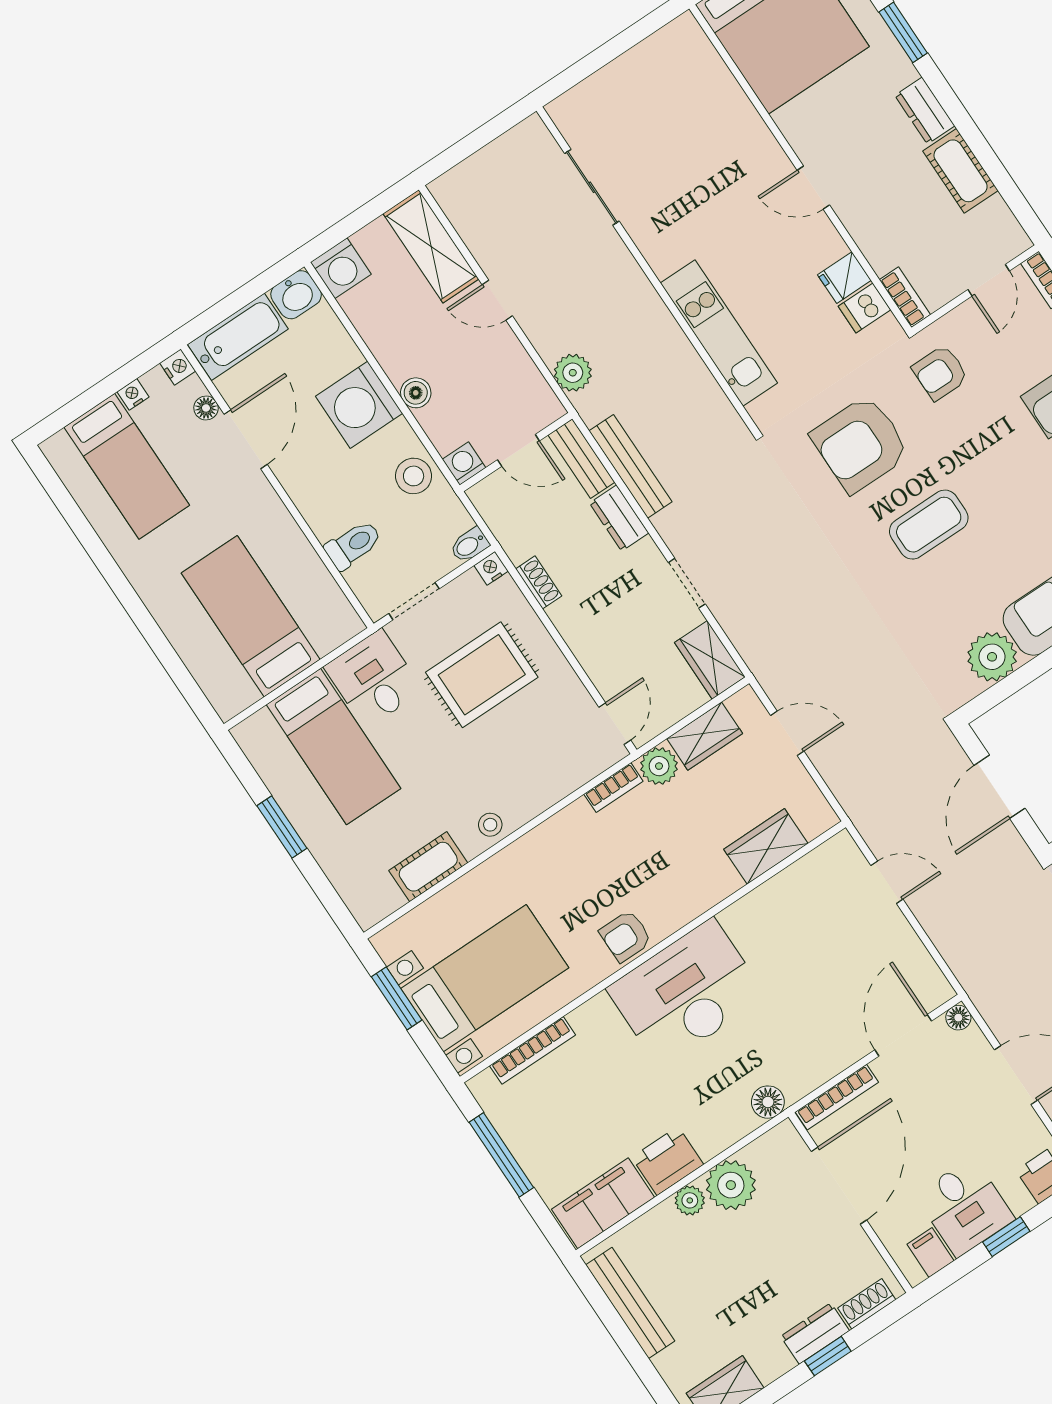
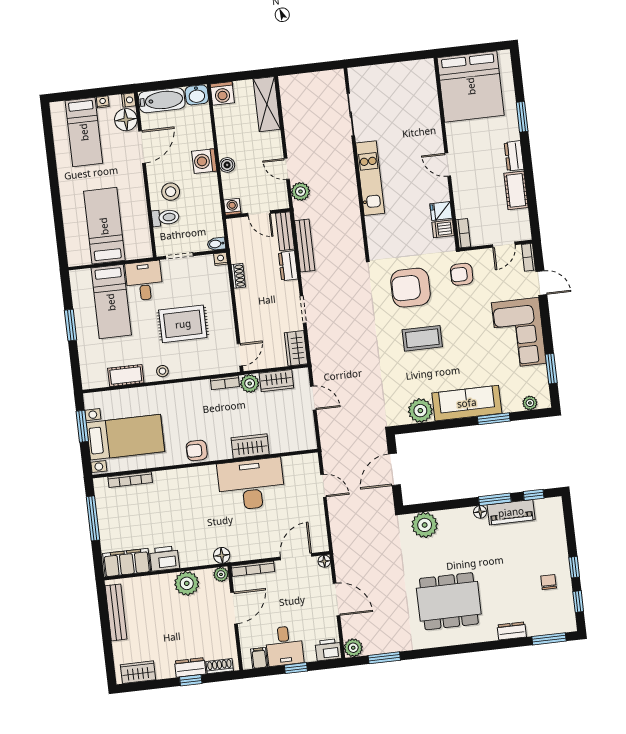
door: (497, 300) -> (287, 169), moved
kitchen unit: (719, 333) -> (370, 178), moved
washing machine: (359, 405) -> (204, 161), width x0.73, depth x0.73
floor lamp: (206, 408) -> (126, 120), width x1.89, depth x1.89
stool: (414, 476) -> (171, 192), moved
rug: (482, 675) -> (183, 324), moved
wardrobe: (766, 846) -> (250, 446), moved
desk: (686, 993) -> (251, 484), moved
door: (839, 1186) -> (234, 608), width x0.73
plant: (690, 1200) -> (221, 574), moved

